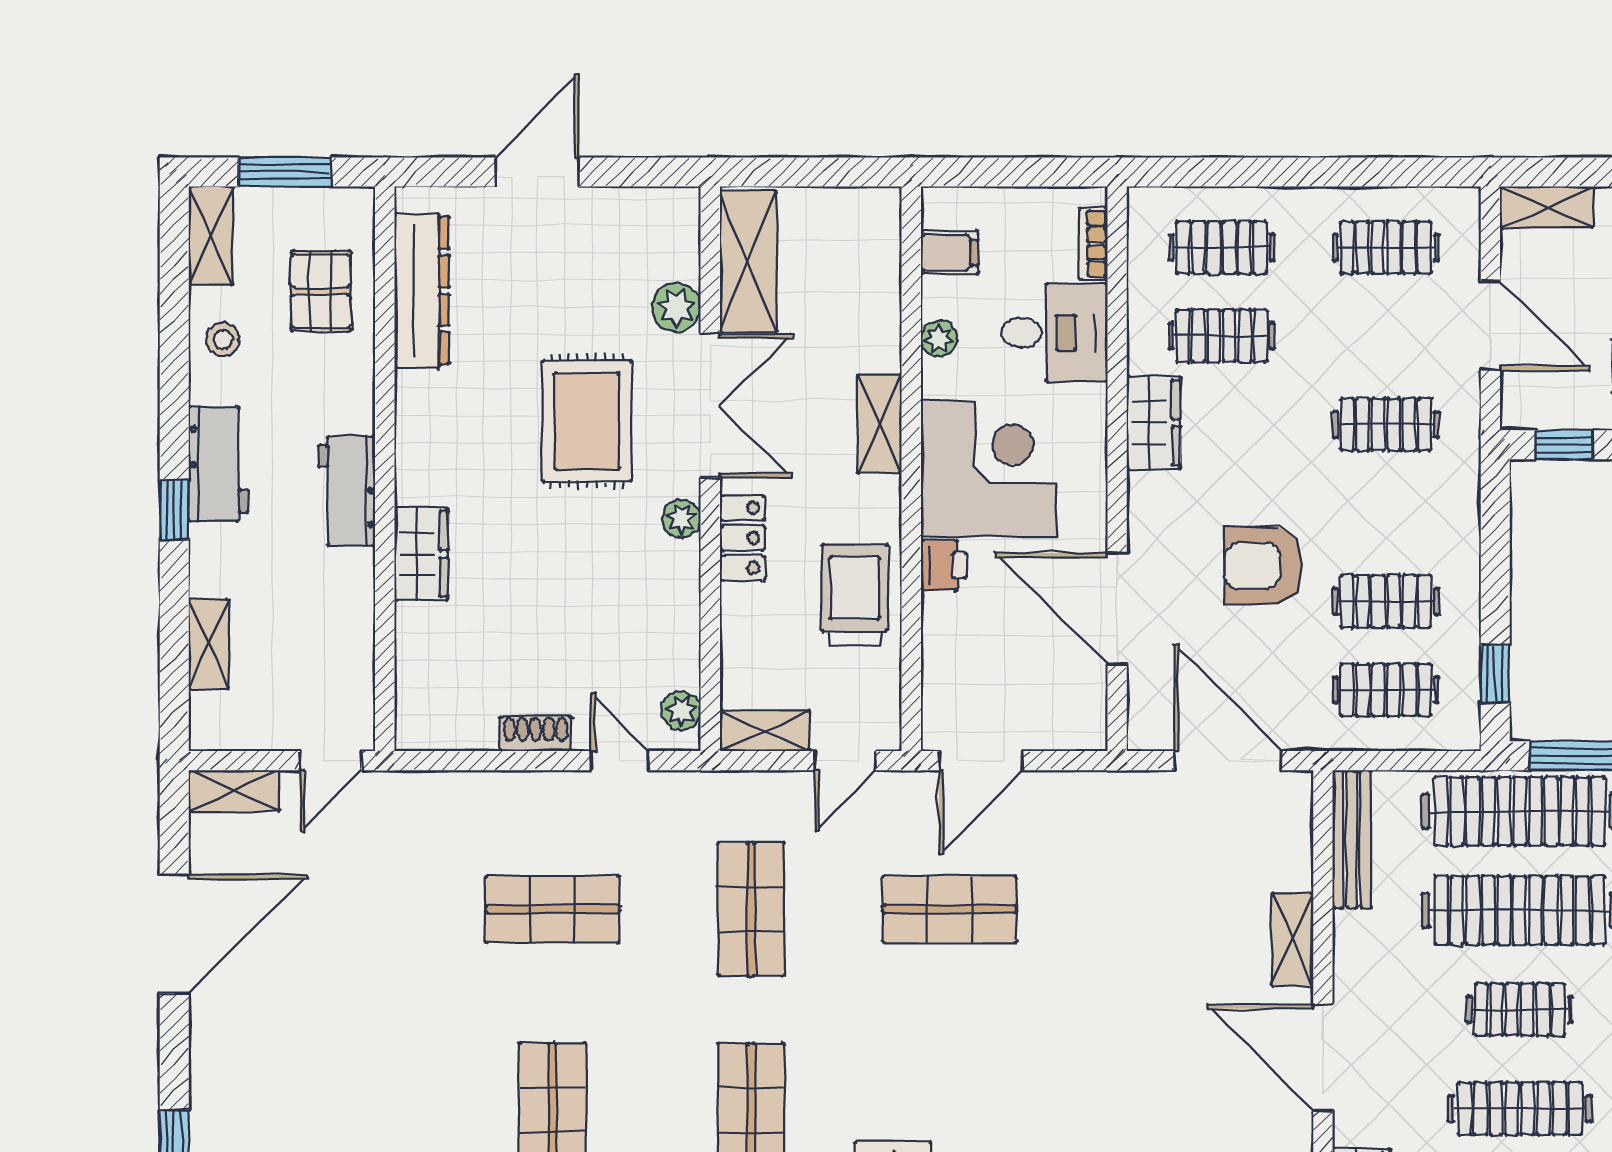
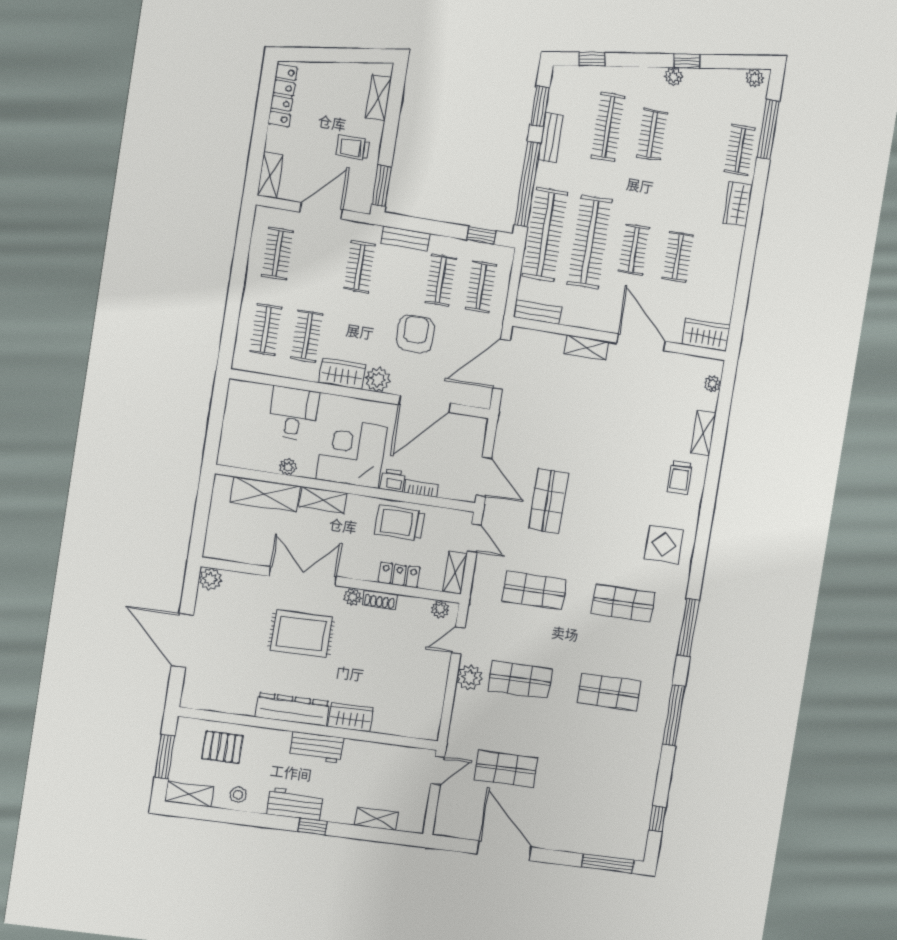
door: (537, 172) -> (182, 641), width x1.36
bookcase: (1093, 244) -> (421, 488), moved, turned 180
filing cabinet: (949, 253) -> (249, 456), removed
shelving: (748, 261) -> (265, 494), moved
dresser: (422, 291) -> (292, 709), moved
plant: (676, 307) -> (210, 579), moved
window: (1564, 445) -> (382, 186), width x1.50
plant: (1154, 500) -> (378, 379), added
bench: (1462, 513) -> (405, 239), added
locker: (743, 538) -> (399, 575), moved
armchair: (1263, 566) -> (415, 334), turned 180
shoe rack: (536, 734) -> (380, 600), moved, turned -90
door: (331, 761) -> (438, 771), hinge flipped
shelving: (234, 791) -> (444, 816), removed
plant: (543, 798) -> (470, 677), added
bench: (1352, 839) -> (538, 312), width x0.73
shop shelf: (354, 909) -> (506, 769), added
shop shelf: (552, 909) -> (520, 680), turned 90
door: (1323, 1058) -> (641, 342), swing flipped
clothes rail: (1520, 1109) -> (678, 257), width x0.73

